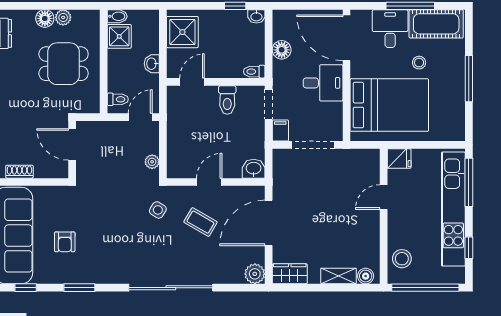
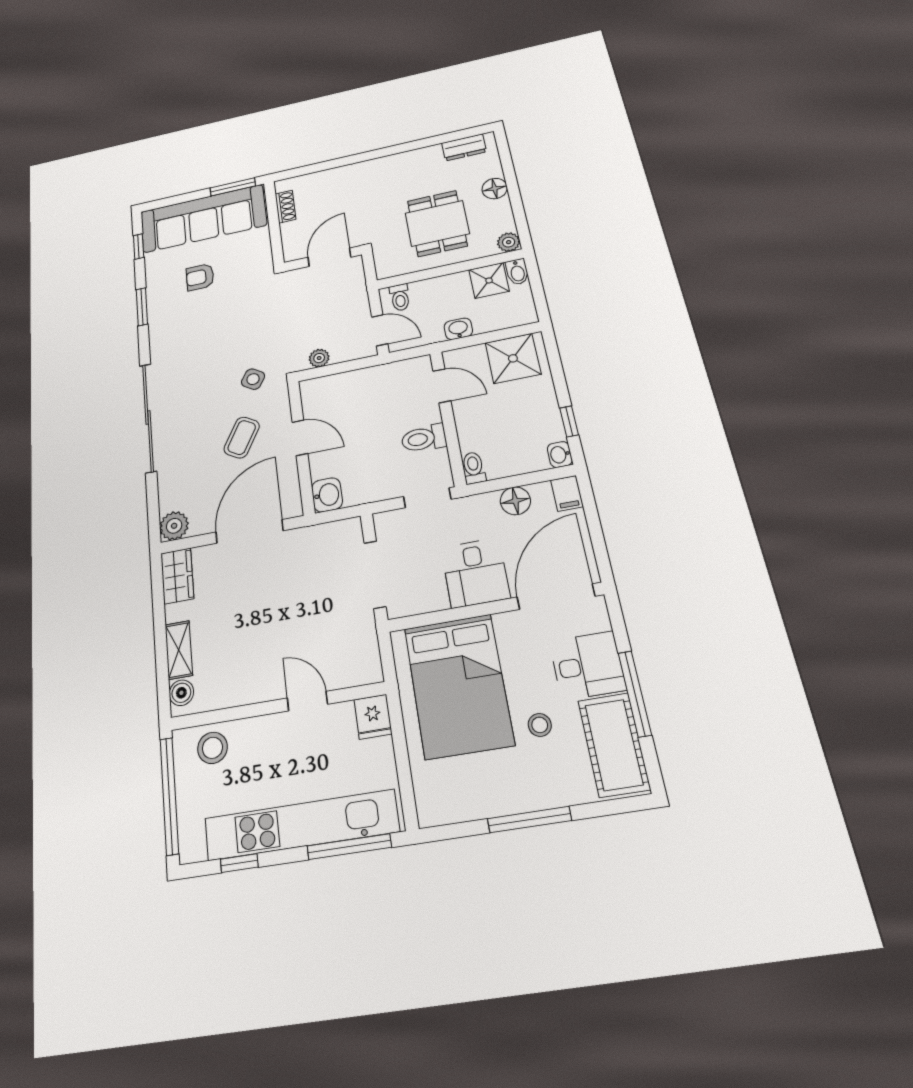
plant: (63, 17) -> (509, 242), moved
filing cabinet: (280, 130) -> (567, 493), moved, turned 90
door: (269, 223) -> (249, 531), hinge flipped

